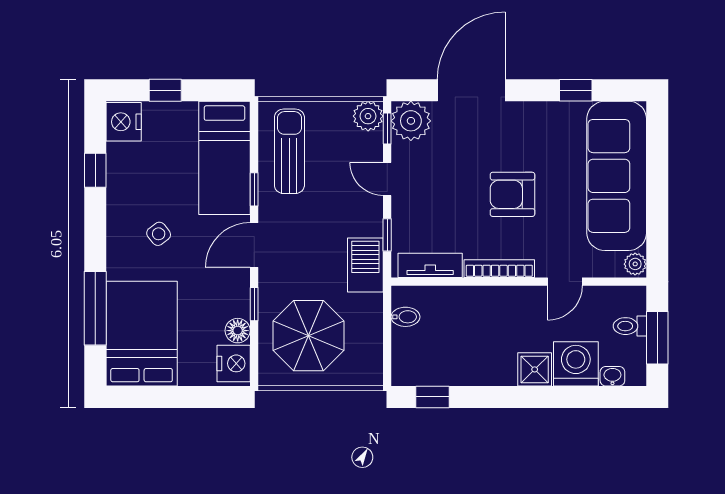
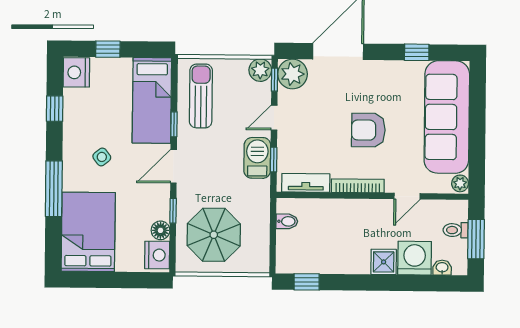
door: (387, 179) -> (274, 118), hinge flipped
barbecue: (365, 265) -> (257, 158), moved
window: (95, 308) -> (54, 189), moved

